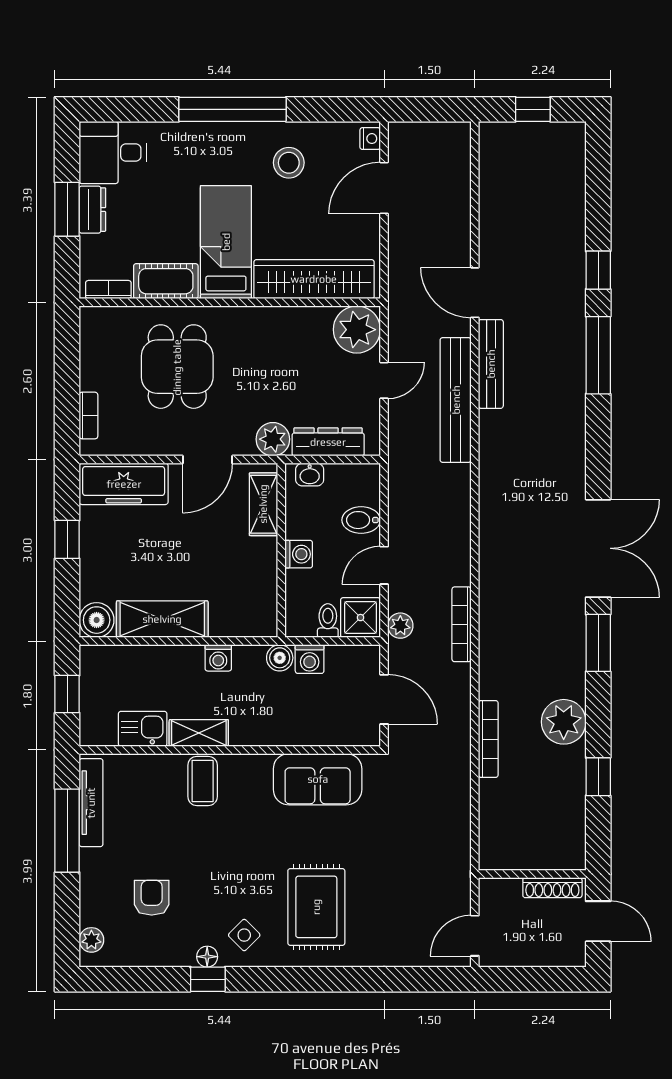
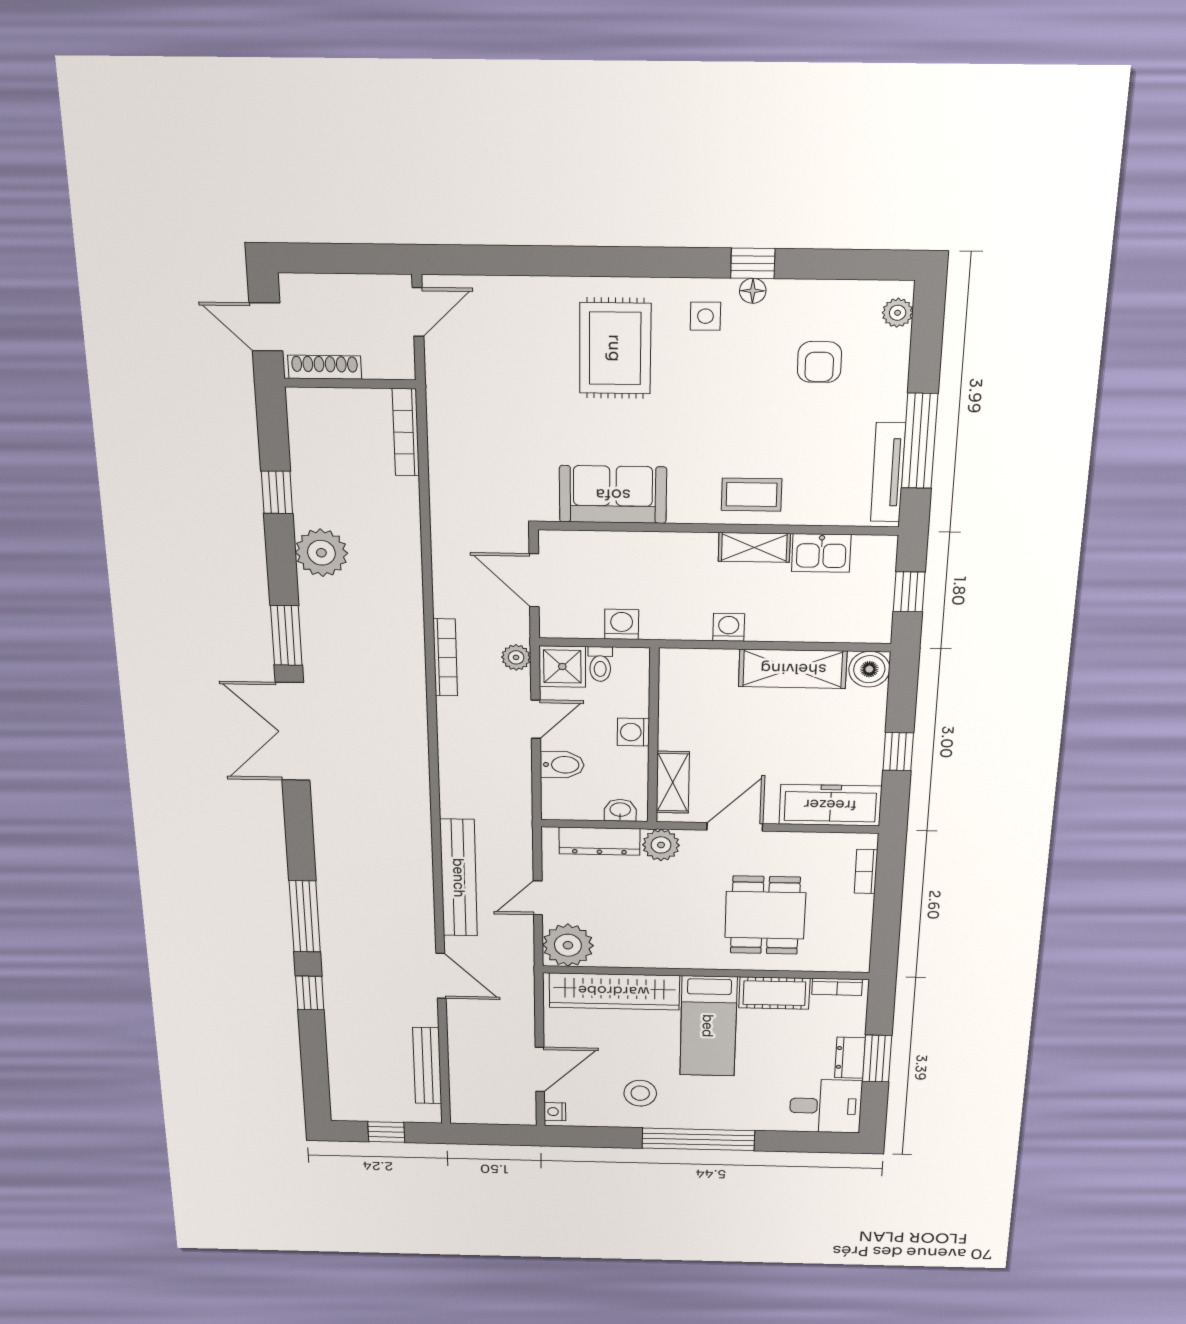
bench: (491, 364) -> (427, 1066), moved
boiler: (280, 658) -> (657, 626), removed
bookcase: (488, 739) -> (406, 432), moved
coffee table: (203, 781) -> (752, 495), turned 90
side table: (244, 935) -> (705, 316), turned 45

